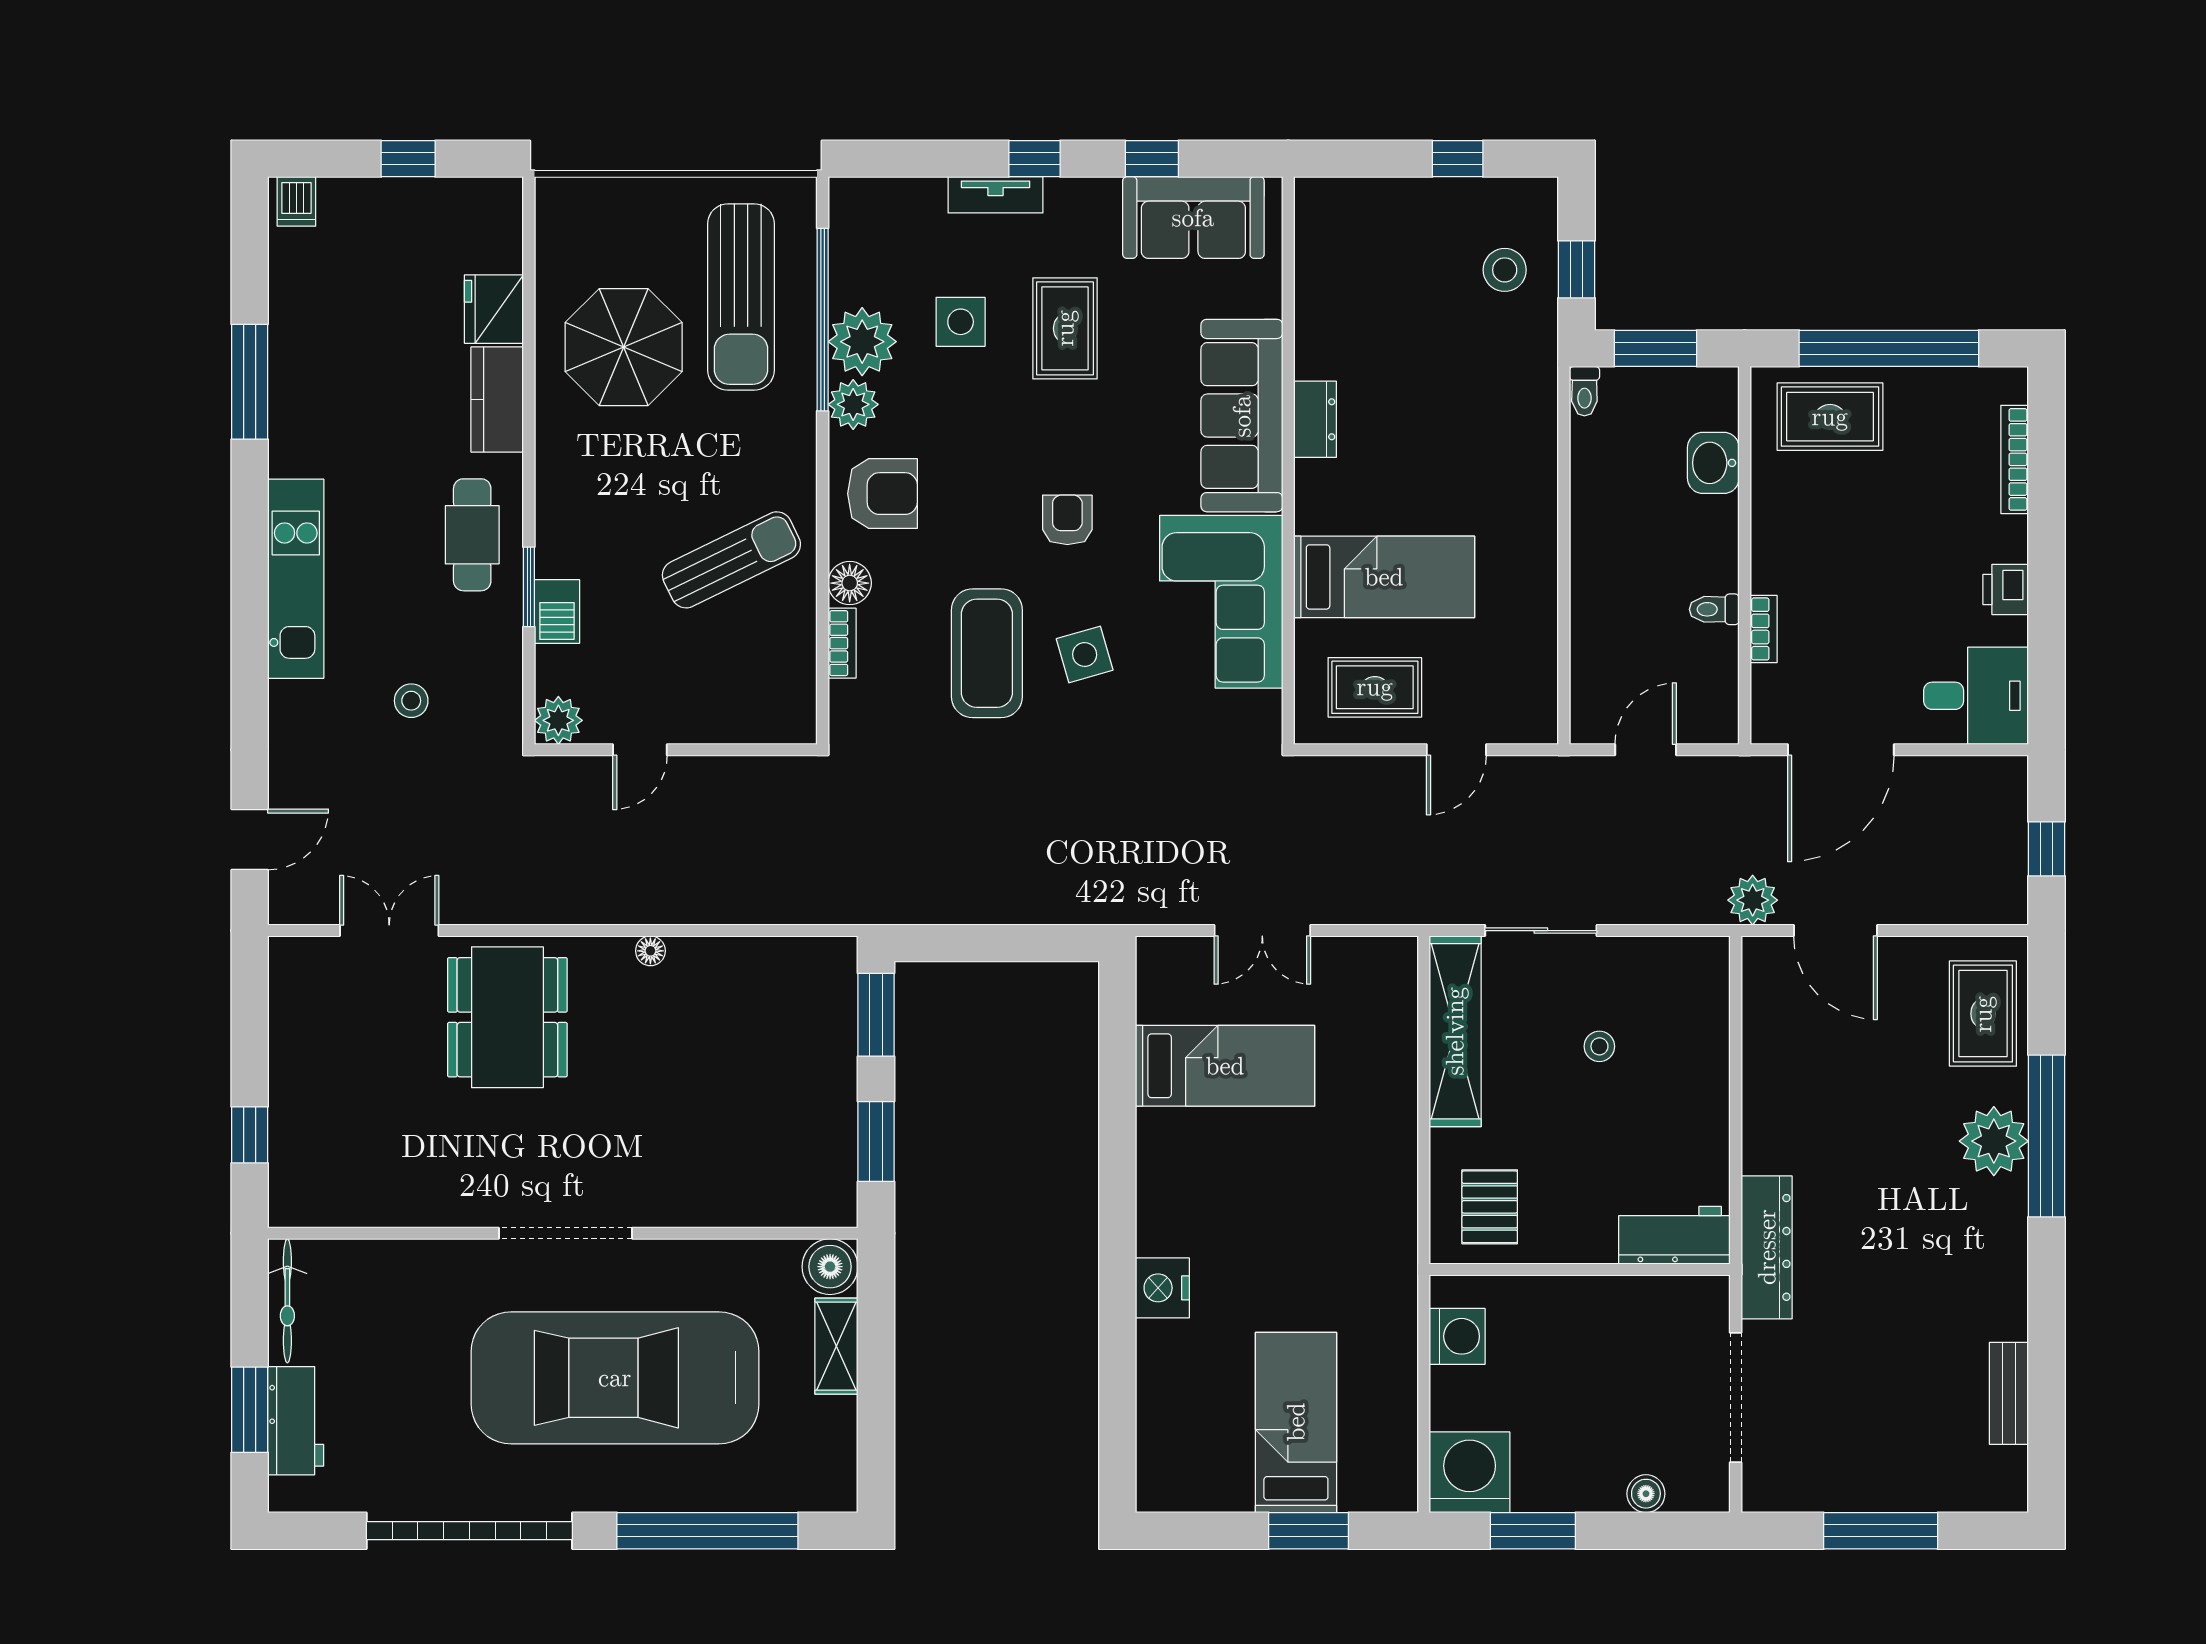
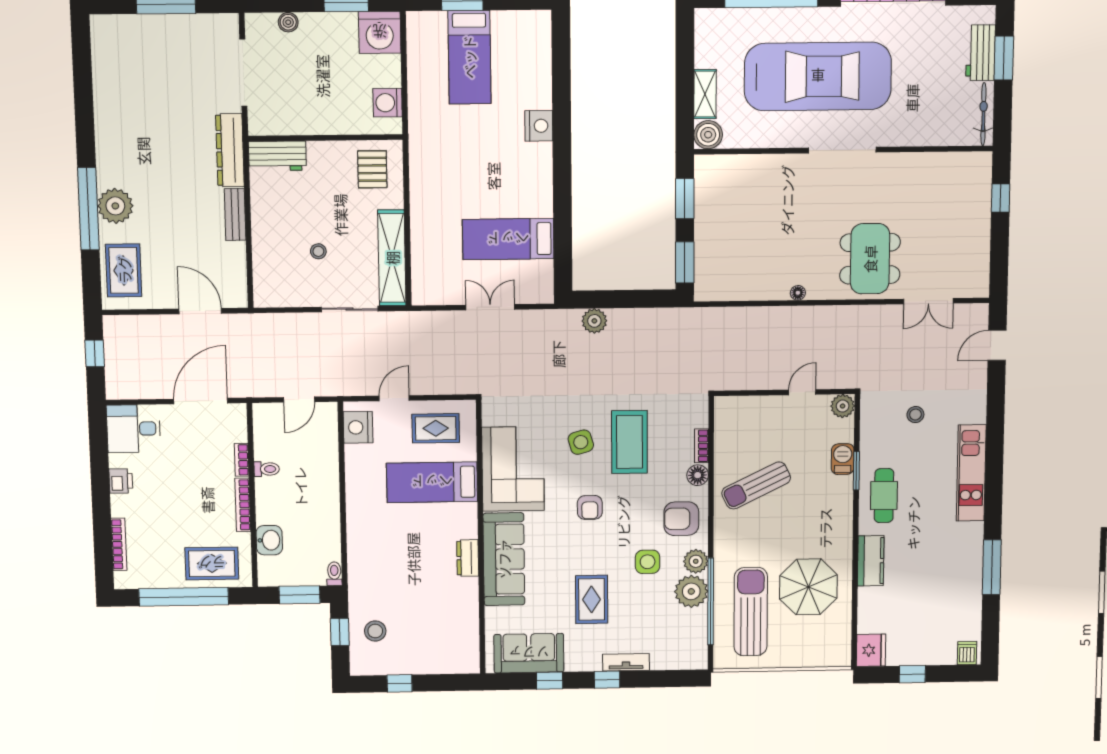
fridge: (494, 309) -> (871, 650), moved
side table: (961, 322) -> (648, 562), moved
bookcase: (1764, 537) -> (243, 505), added
nightstand: (1530, 692) -> (358, 427), added
plant: (1753, 900) -> (594, 321), moved
bench: (2009, 1393) -> (235, 215), moved

